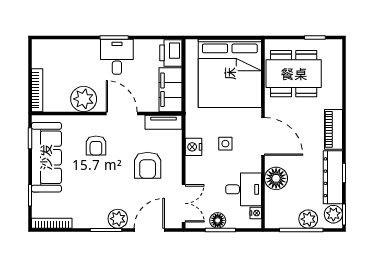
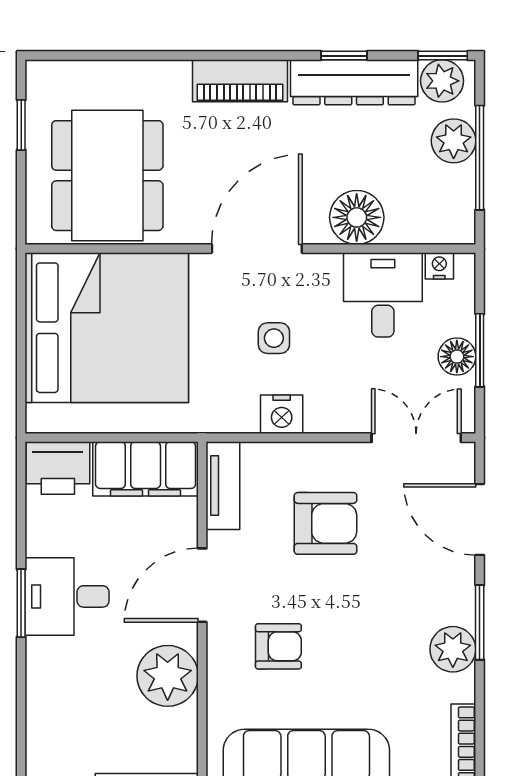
plant: (118, 219) -> (453, 649), moved

